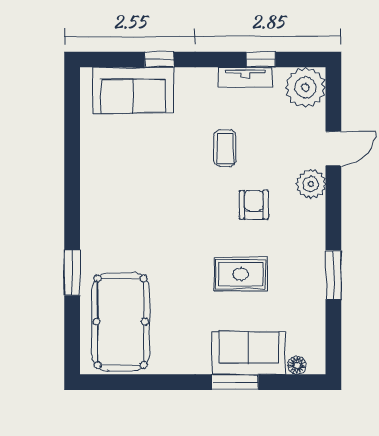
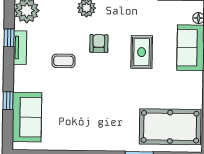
armchair: (254, 205) -> (99, 43), turned 90

